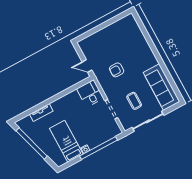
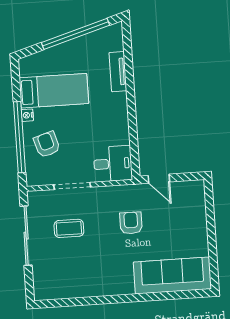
door: (87, 66) -> (159, 179), swing flipped
sofa: (161, 87) -> (172, 275), moved
armchair: (96, 132) -> (47, 144), added

